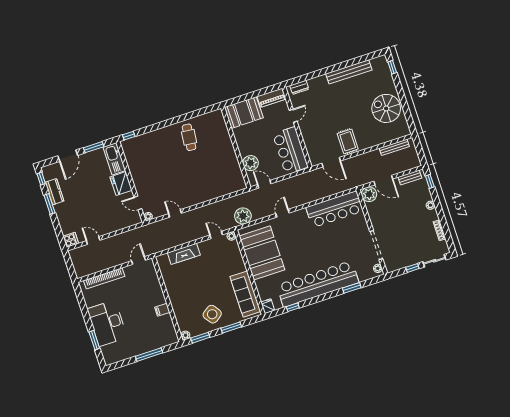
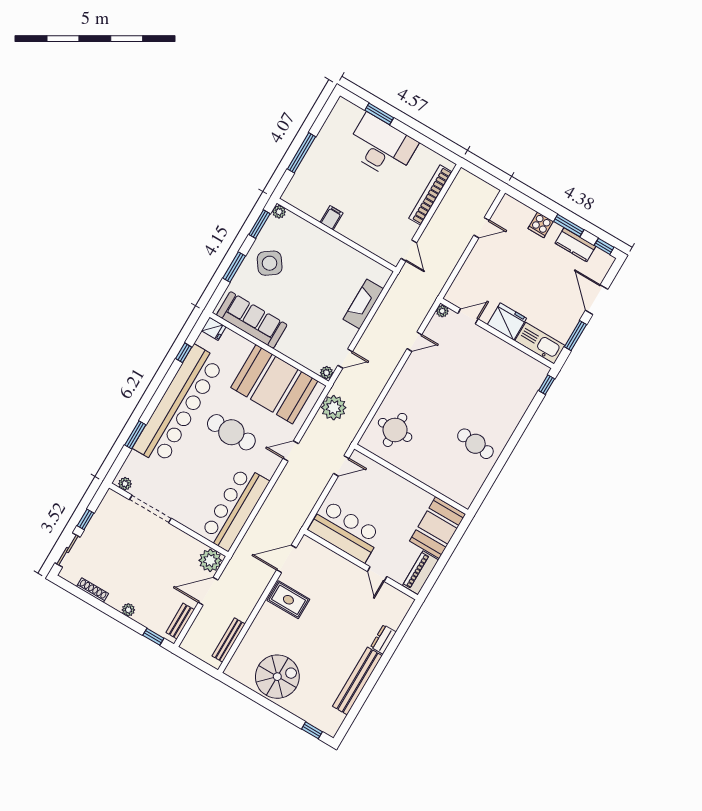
dresser: (299, 87) -> (383, 639), moved
plant: (251, 163) -> (378, 476), removed
round table: (222, 179) -> (395, 430), added
door: (283, 213) -> (291, 451), swing flipped
cooker: (71, 240) -> (541, 225), moved
cafe table: (304, 248) -> (231, 432), added

